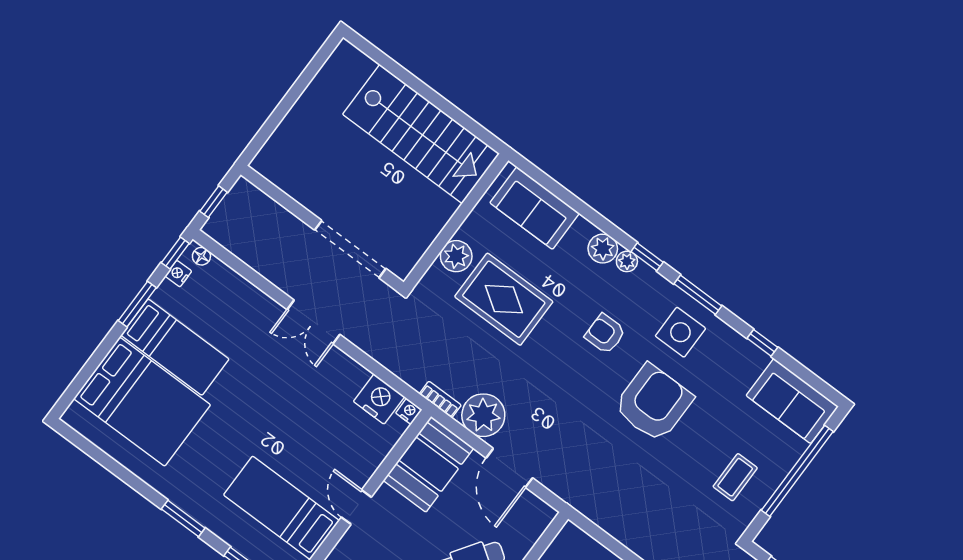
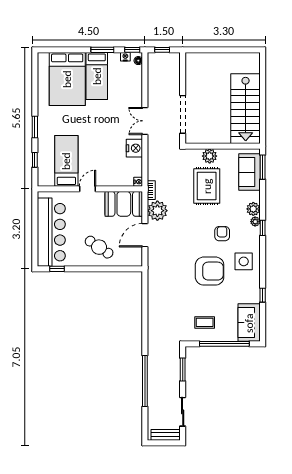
window: (698, 295) -> (263, 167), moved
nightstand: (379, 399) -> (134, 148), moved

